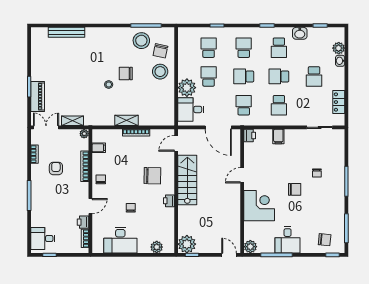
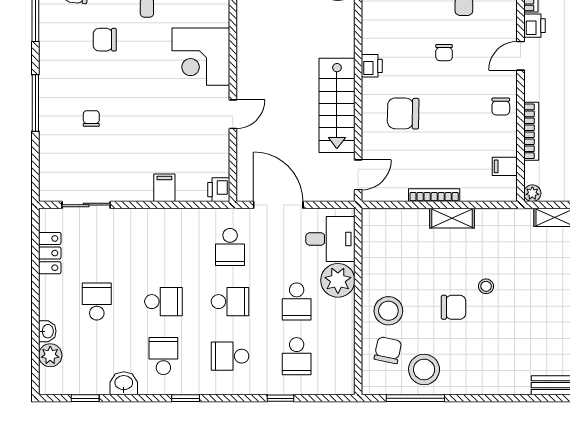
school desk: (244, 48) -> (230, 356), turned 90
school desk: (279, 105) -> (163, 247), removed
chair: (295, 189) -> (105, 40), moved

